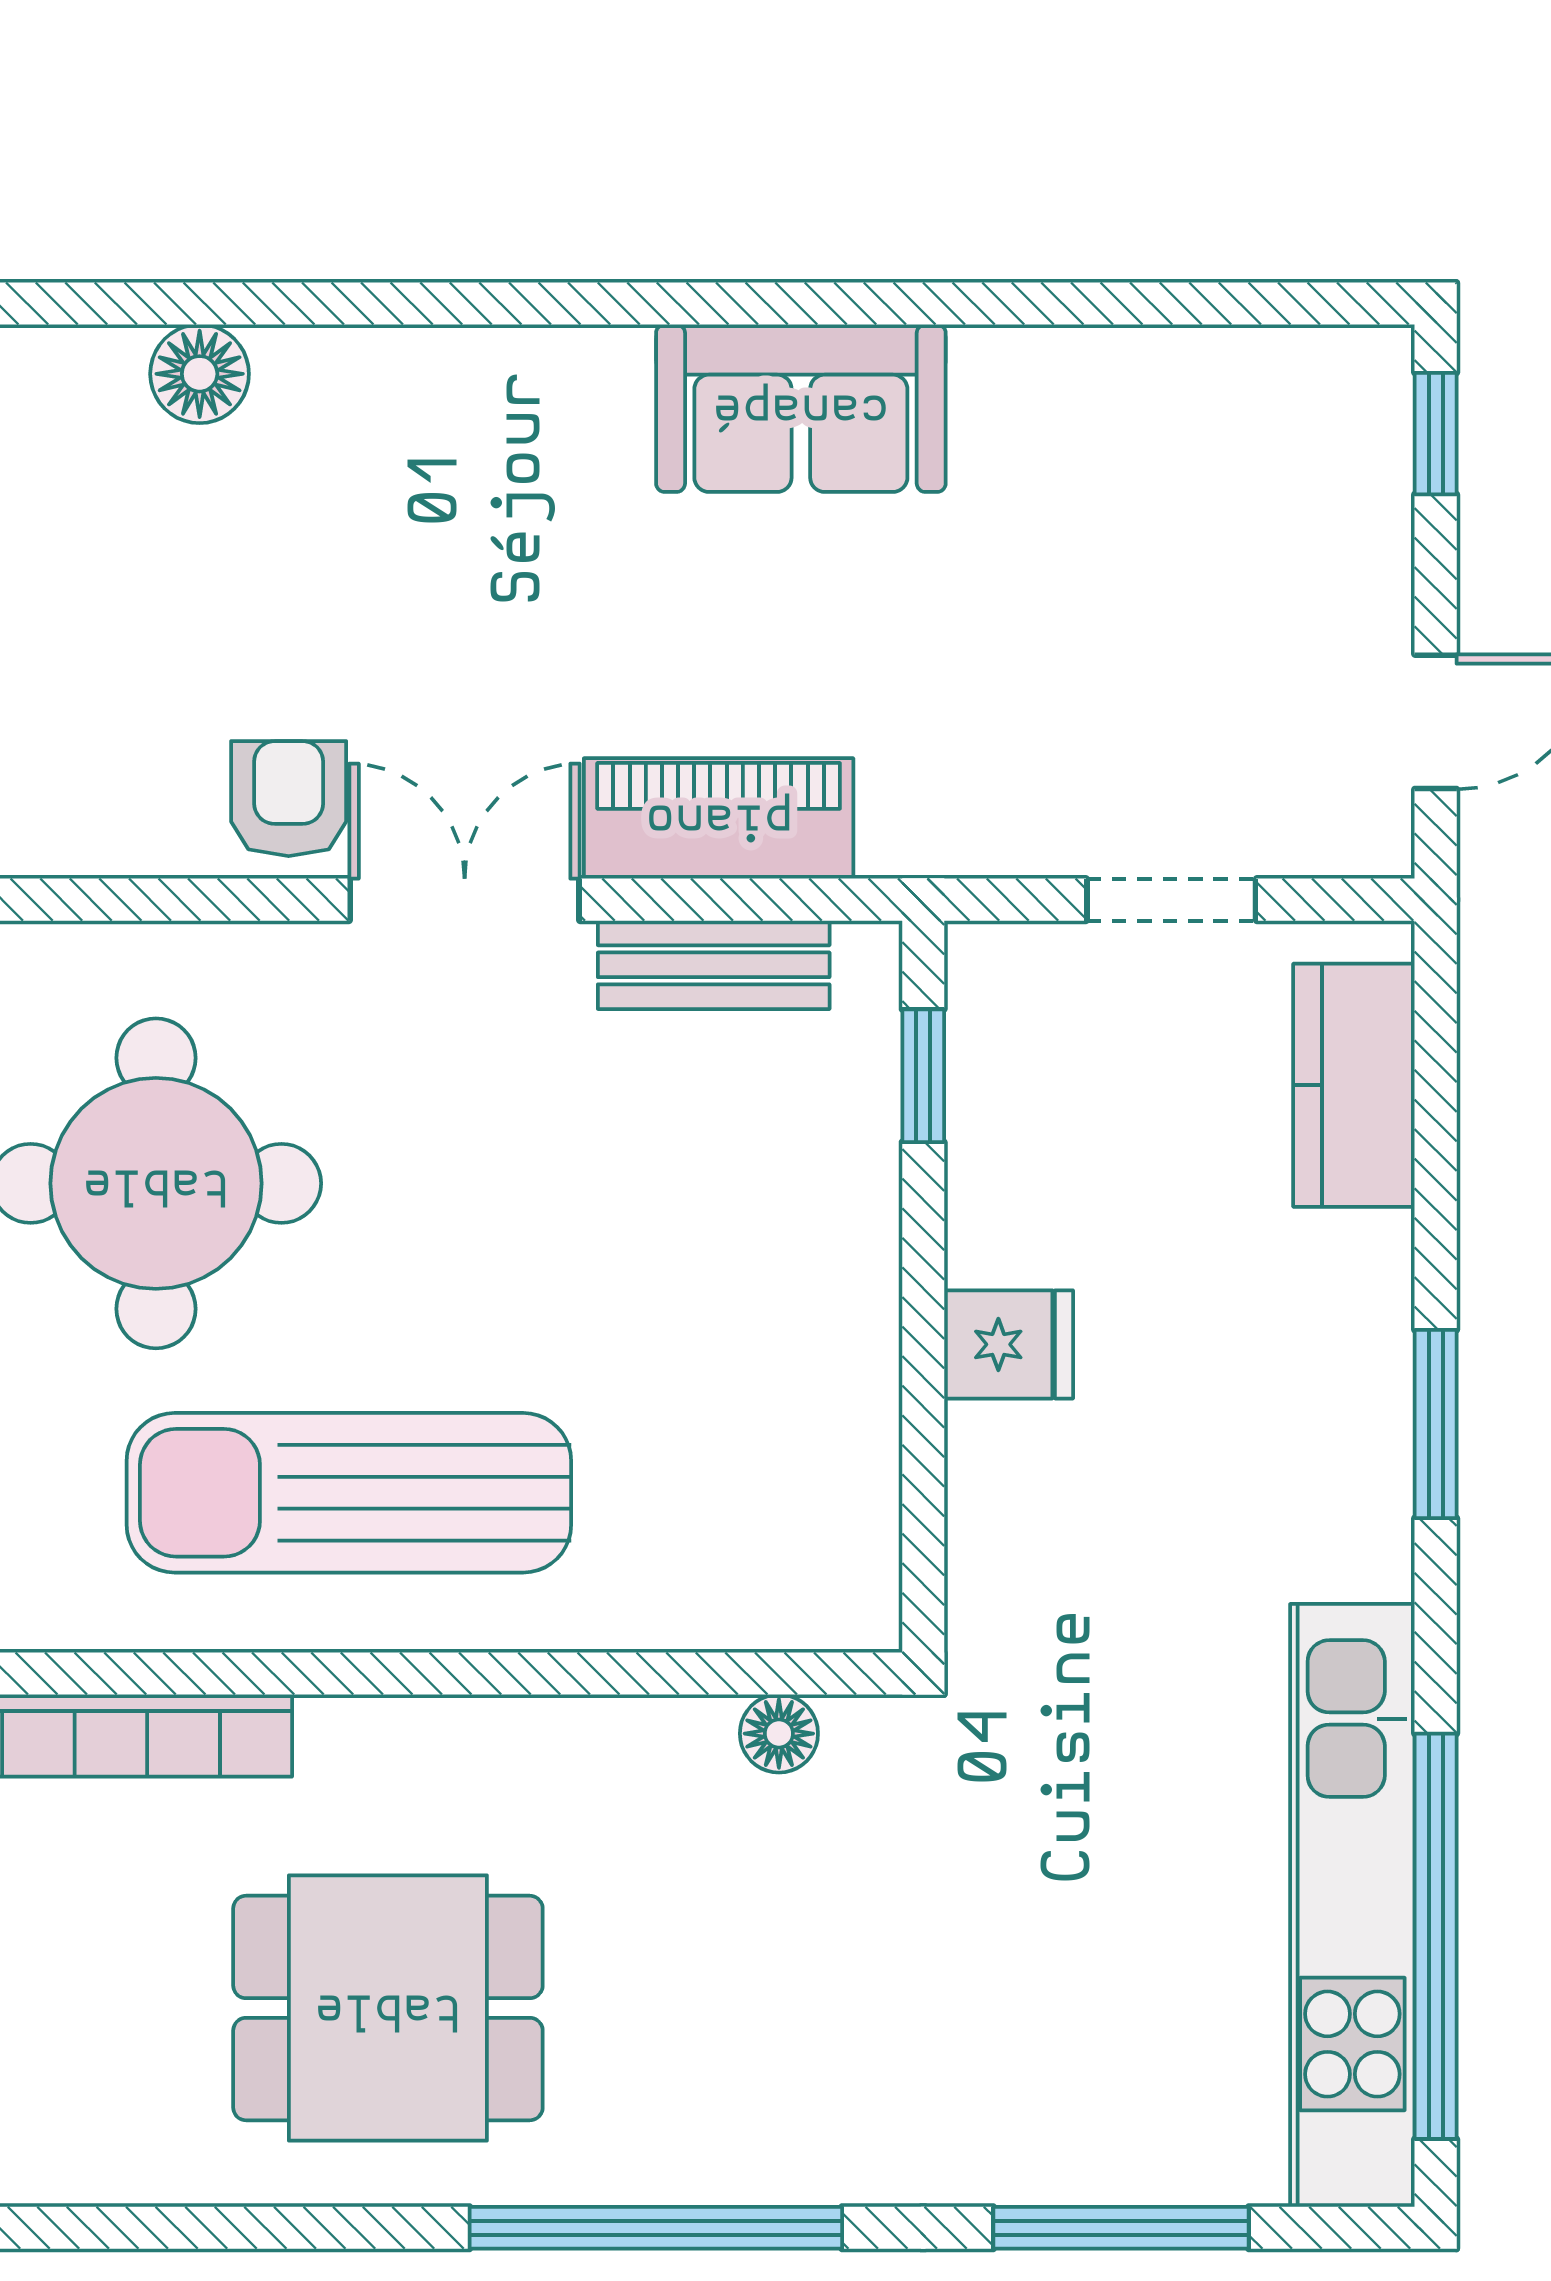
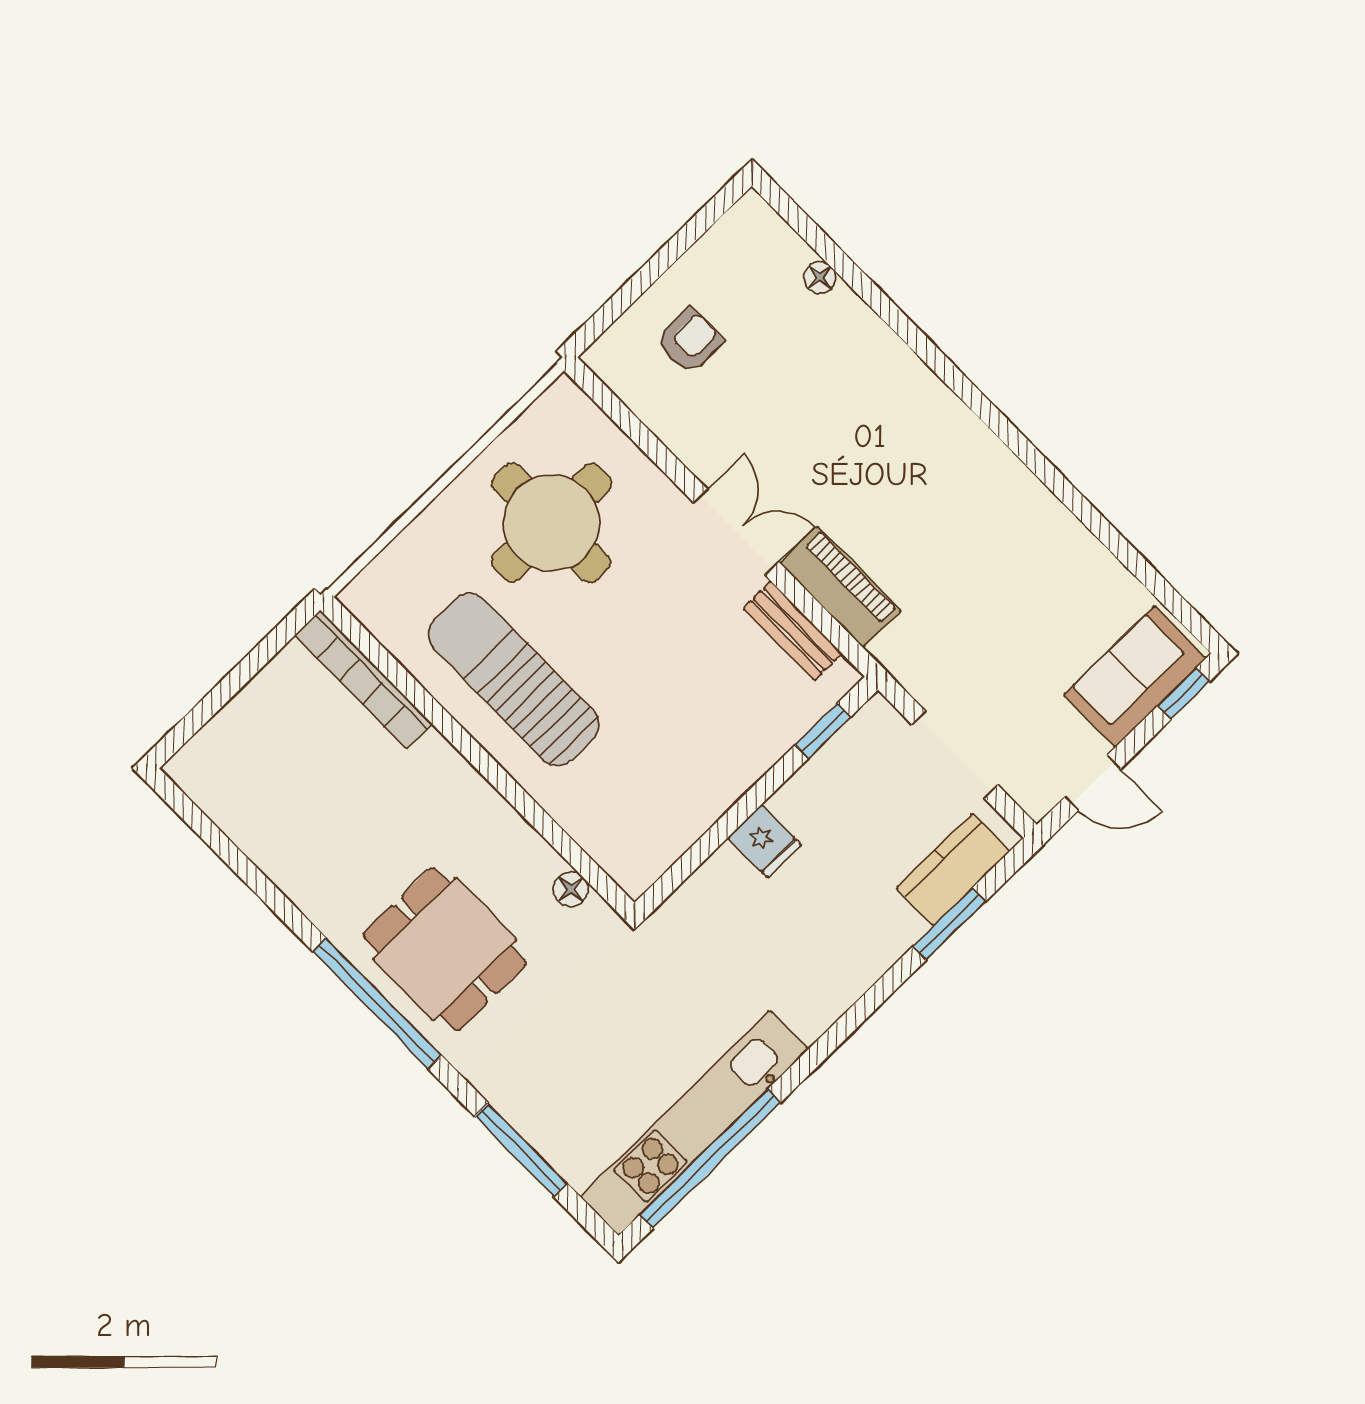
floor lamp: (200, 374) -> (820, 278), width x0.73, depth x0.73
sofa: (801, 408) -> (1135, 677), moved, turned 90
armchair: (289, 799) -> (690, 341), moved
doorway: (1171, 900) -> (955, 755), width x1.38
window: (1436, 1424) -> (949, 924), moved
dining table: (388, 2008) -> (445, 949), moved

